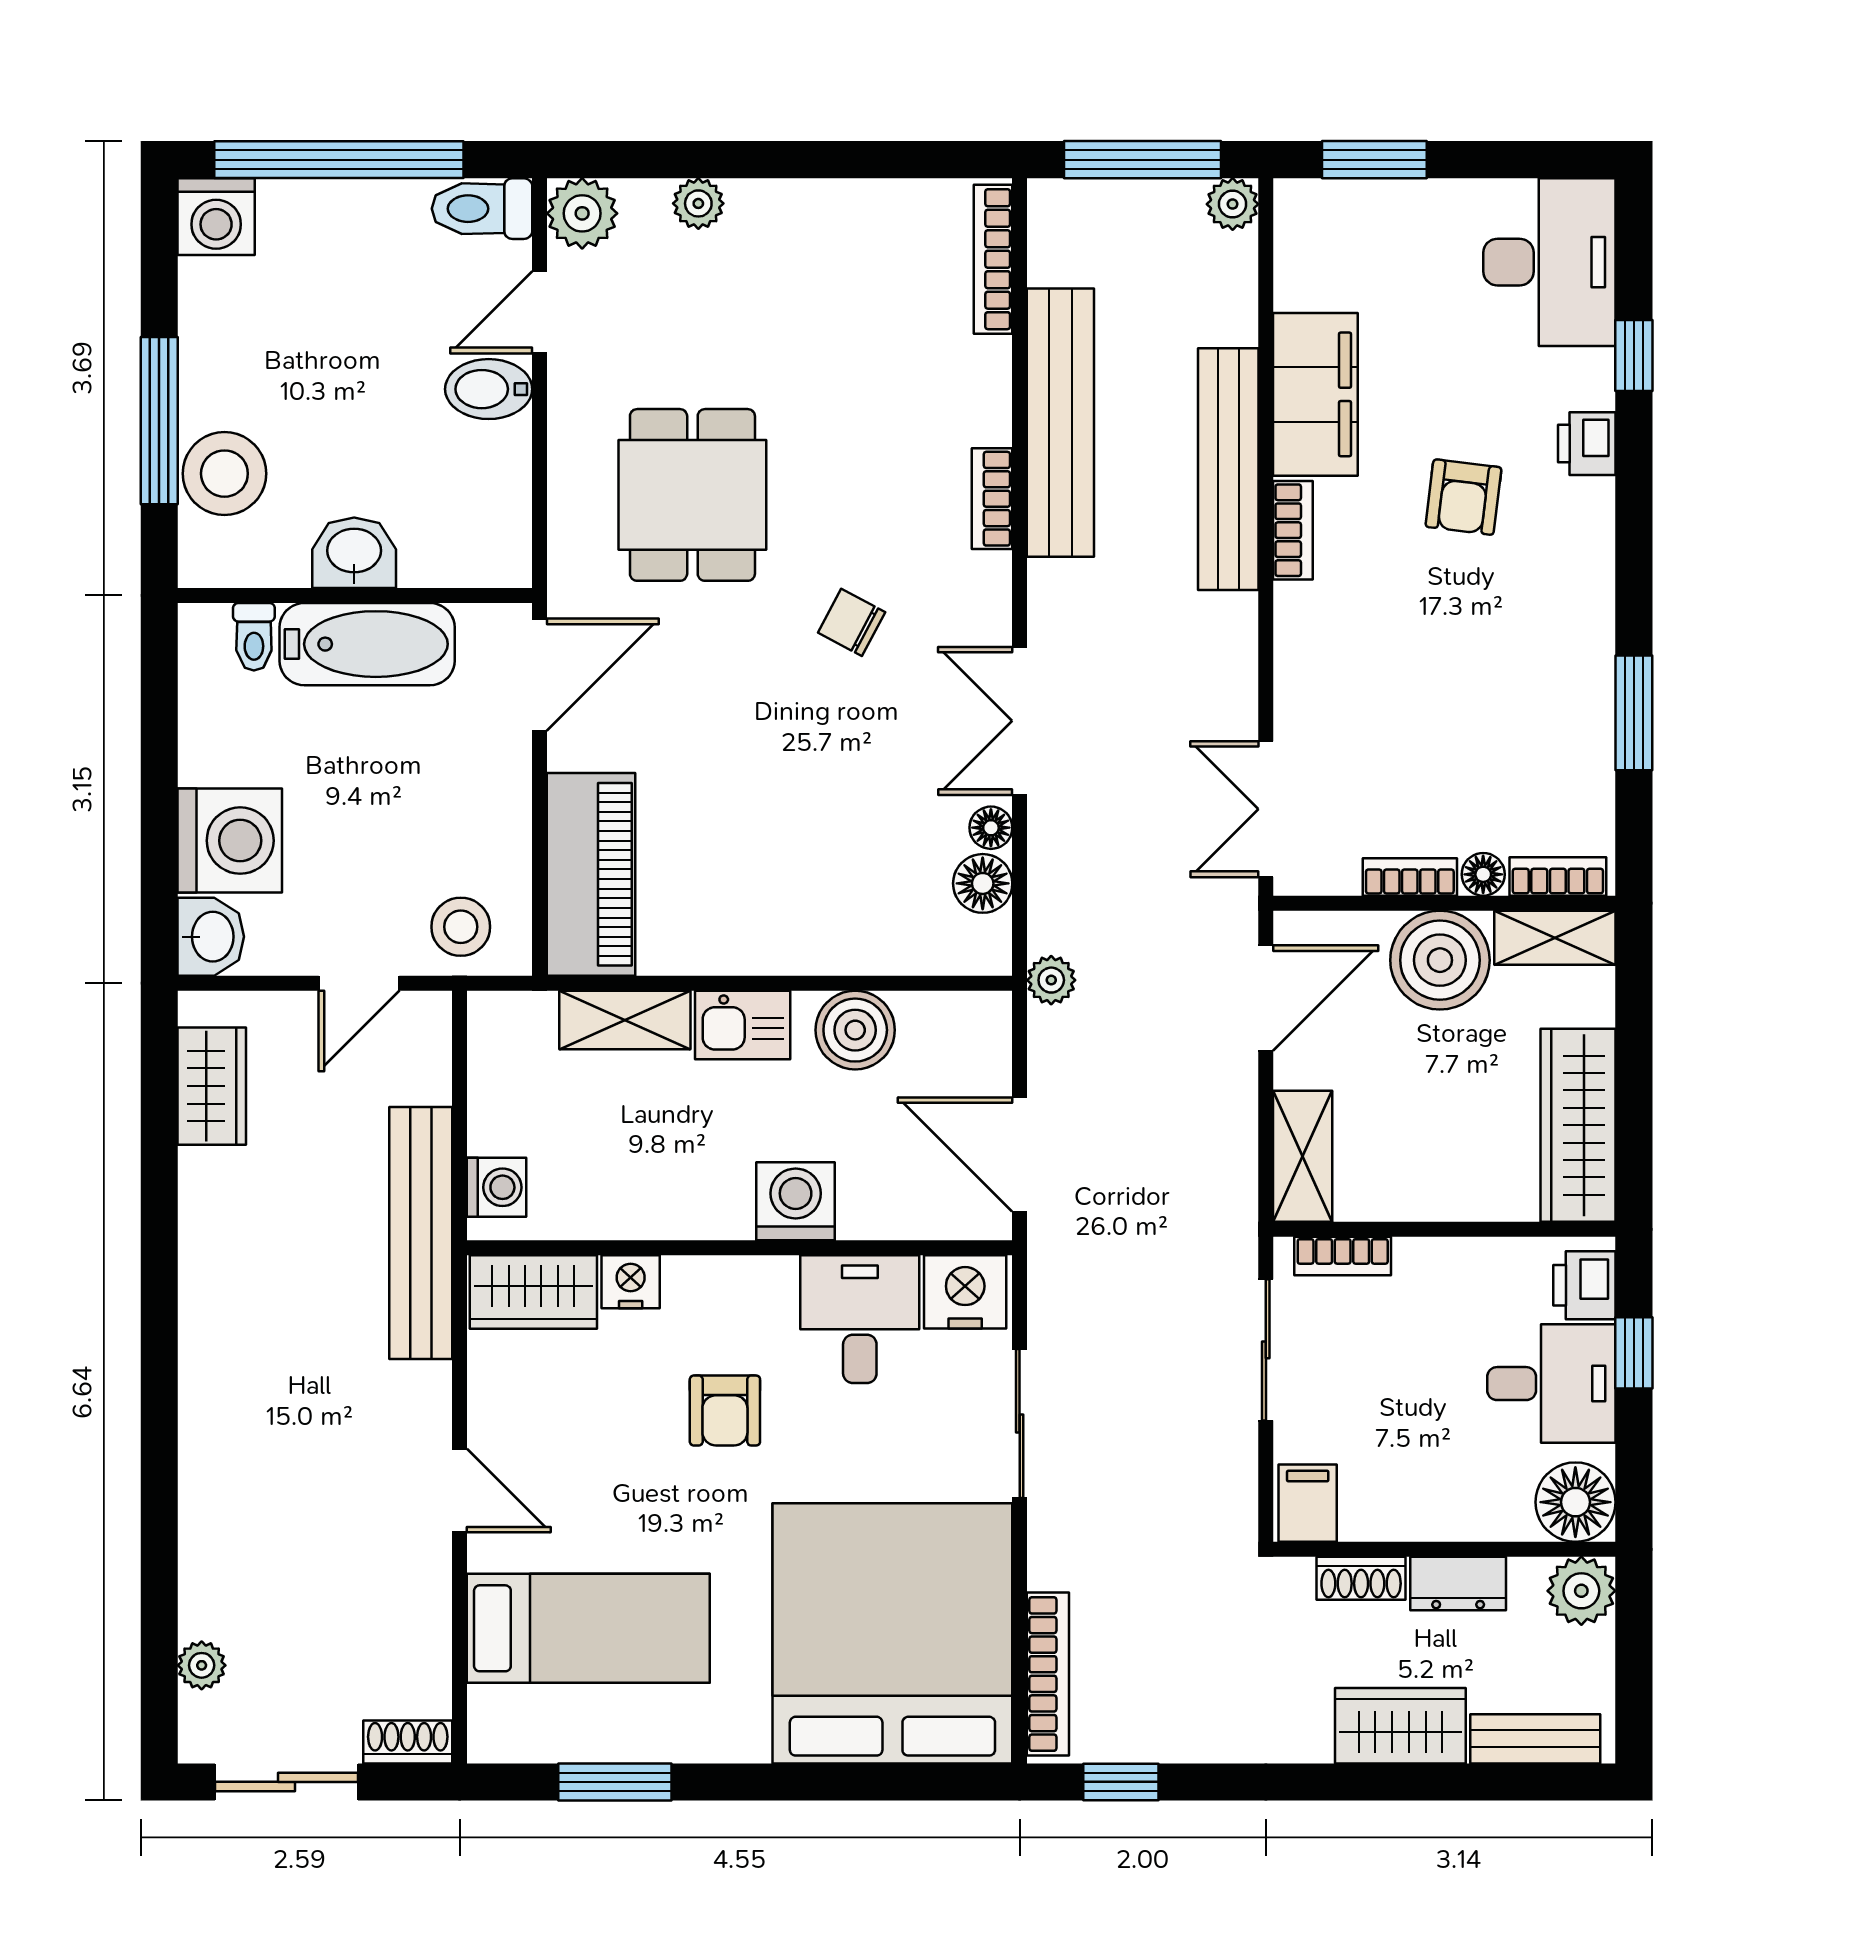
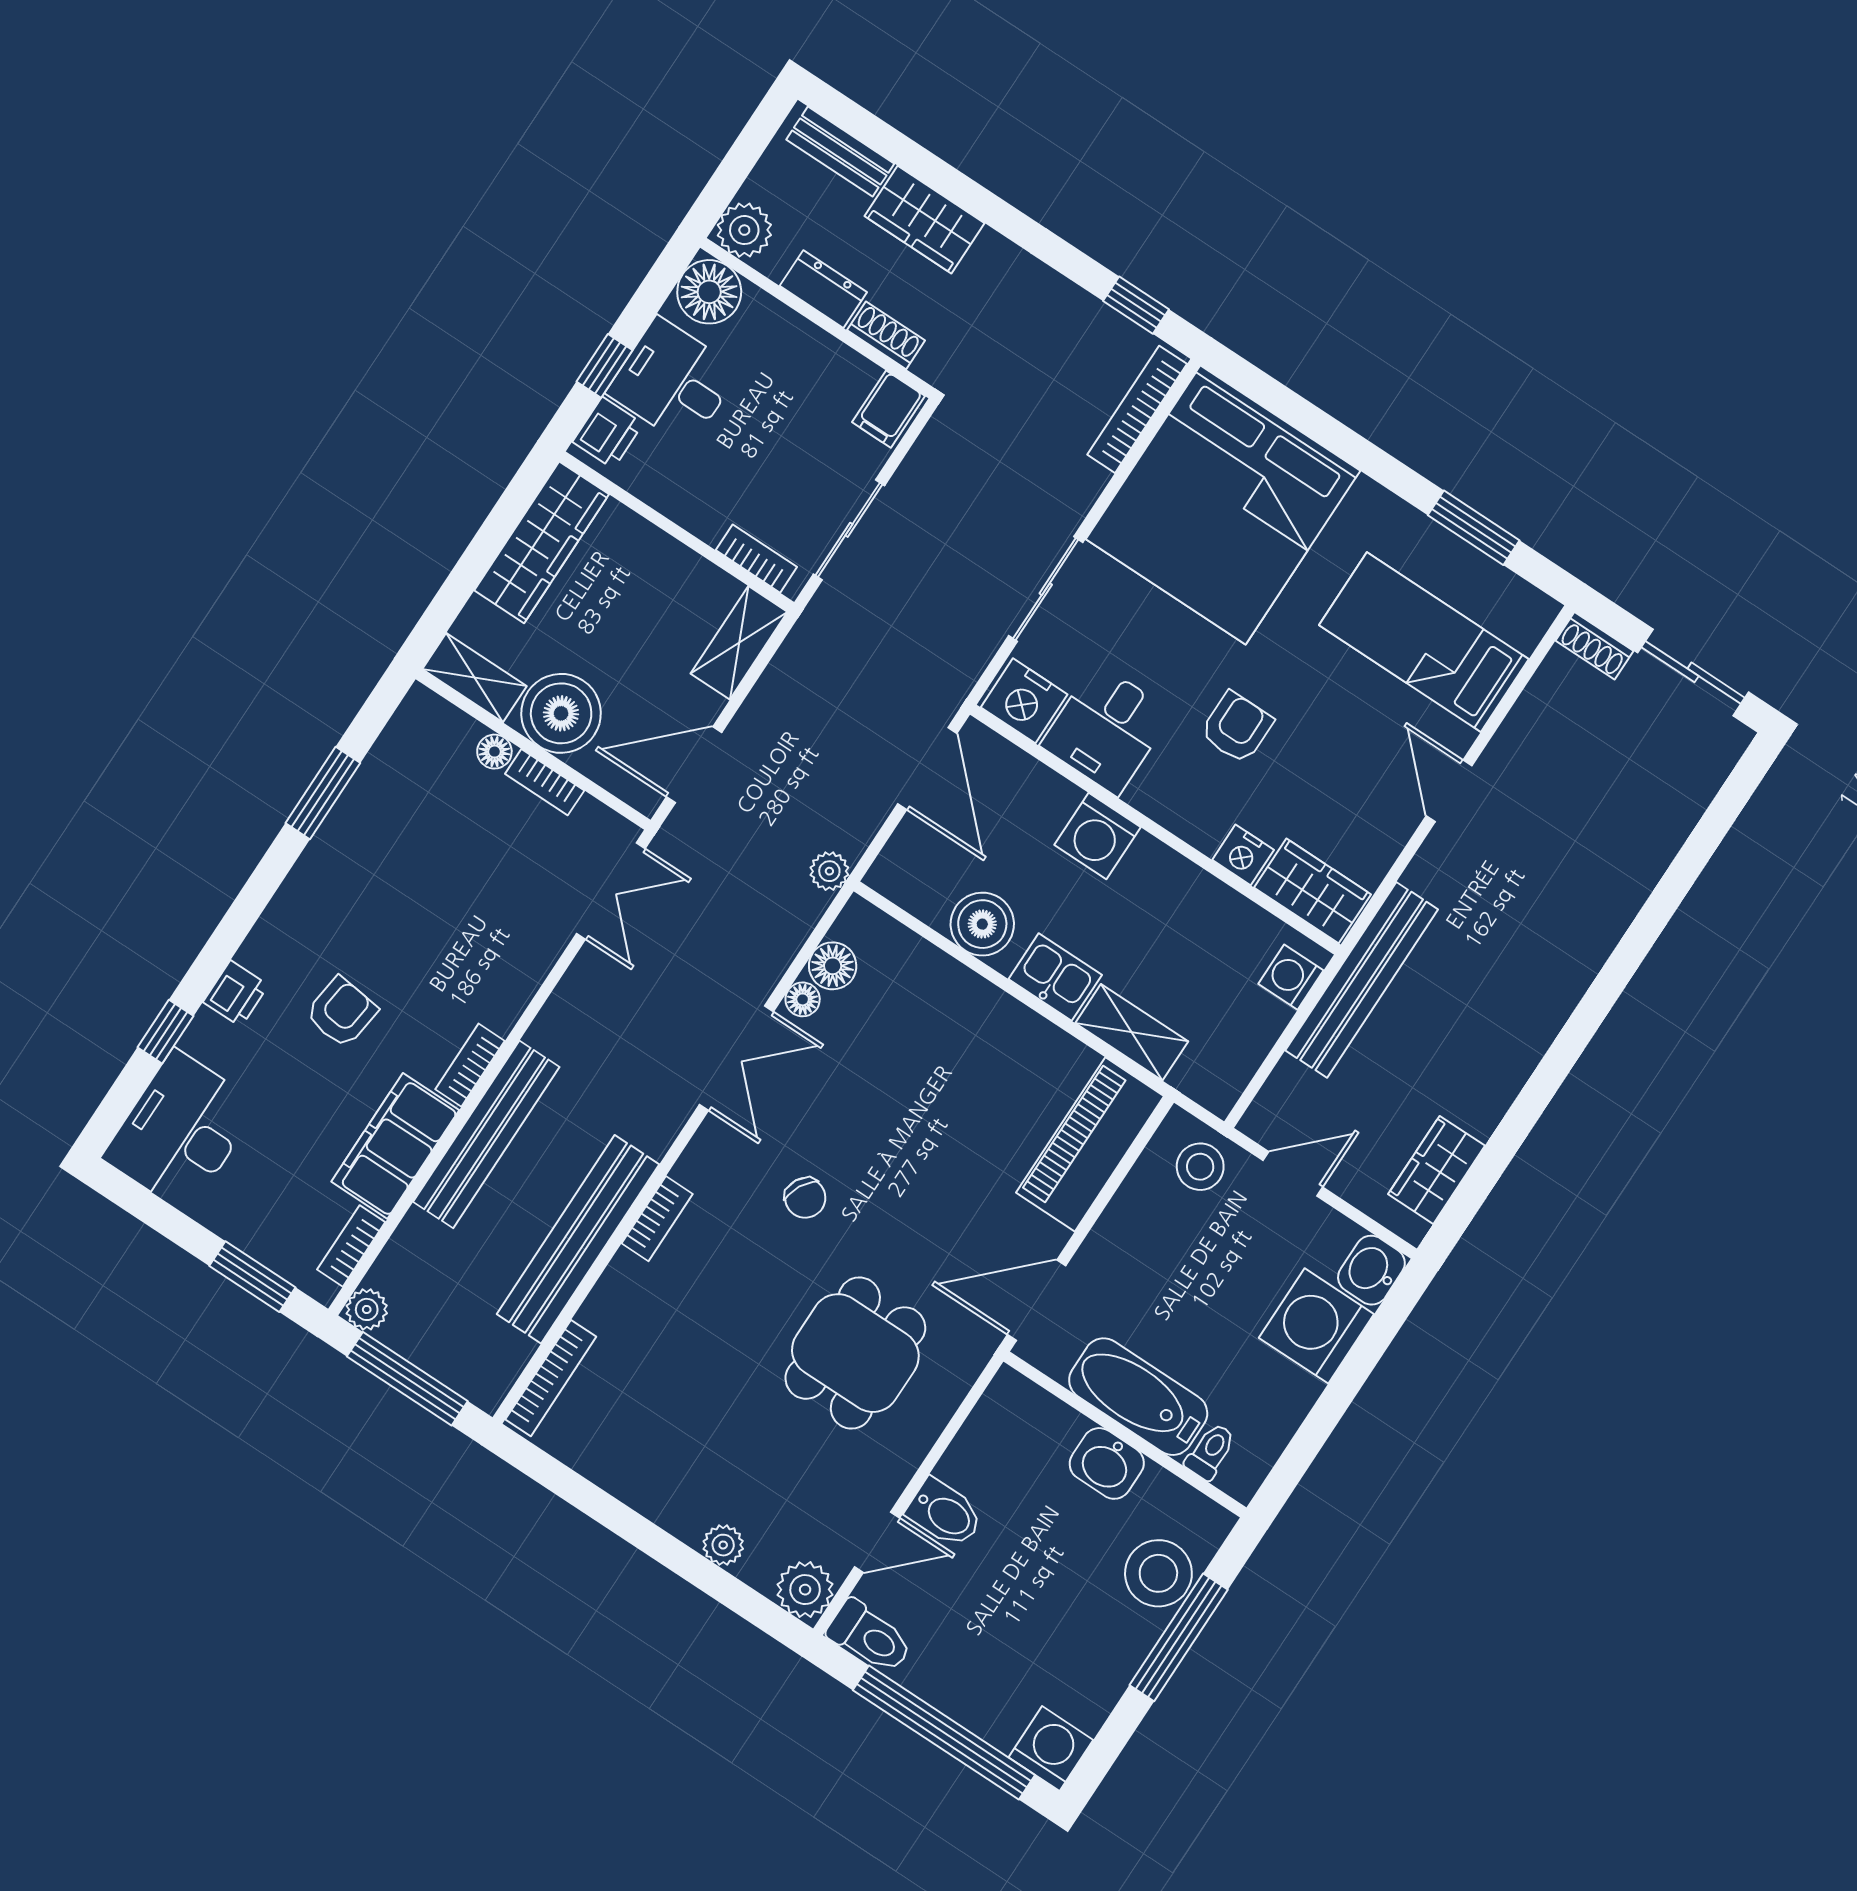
bookcase: (1558, 876) -> (351, 1246), moved, turned 90
plant: (202, 1665) -> (1698, 788), removed

